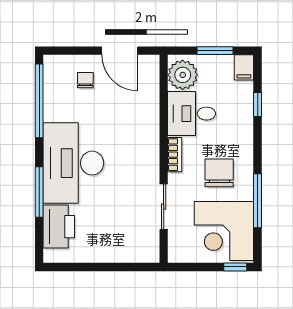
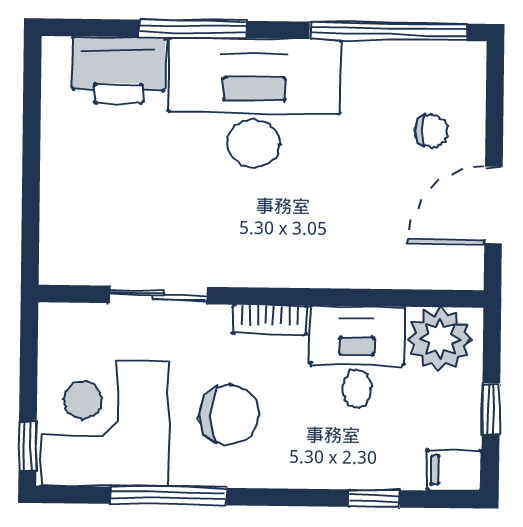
window: (215, 51) -> (491, 409), width x0.67

